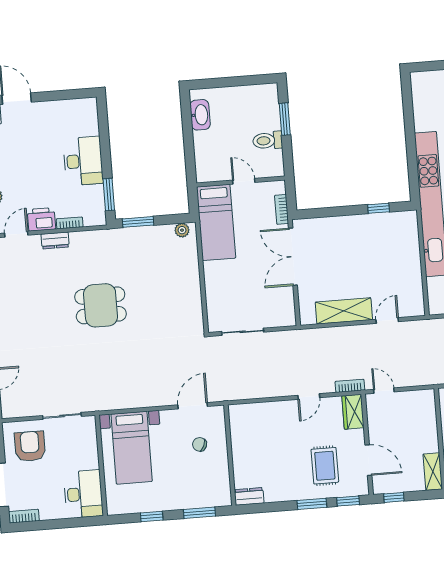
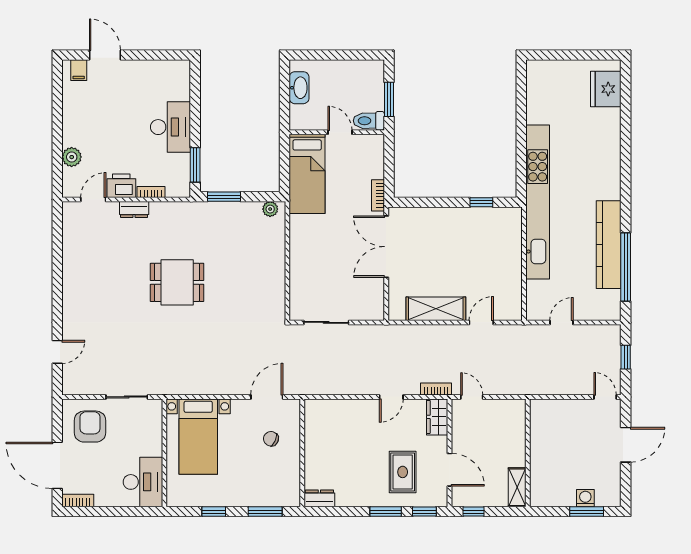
door: (244, 181) -> (340, 132), moved
wall: (241, 182) -> (337, 132), moved
bed: (216, 222) -> (307, 174), moved

